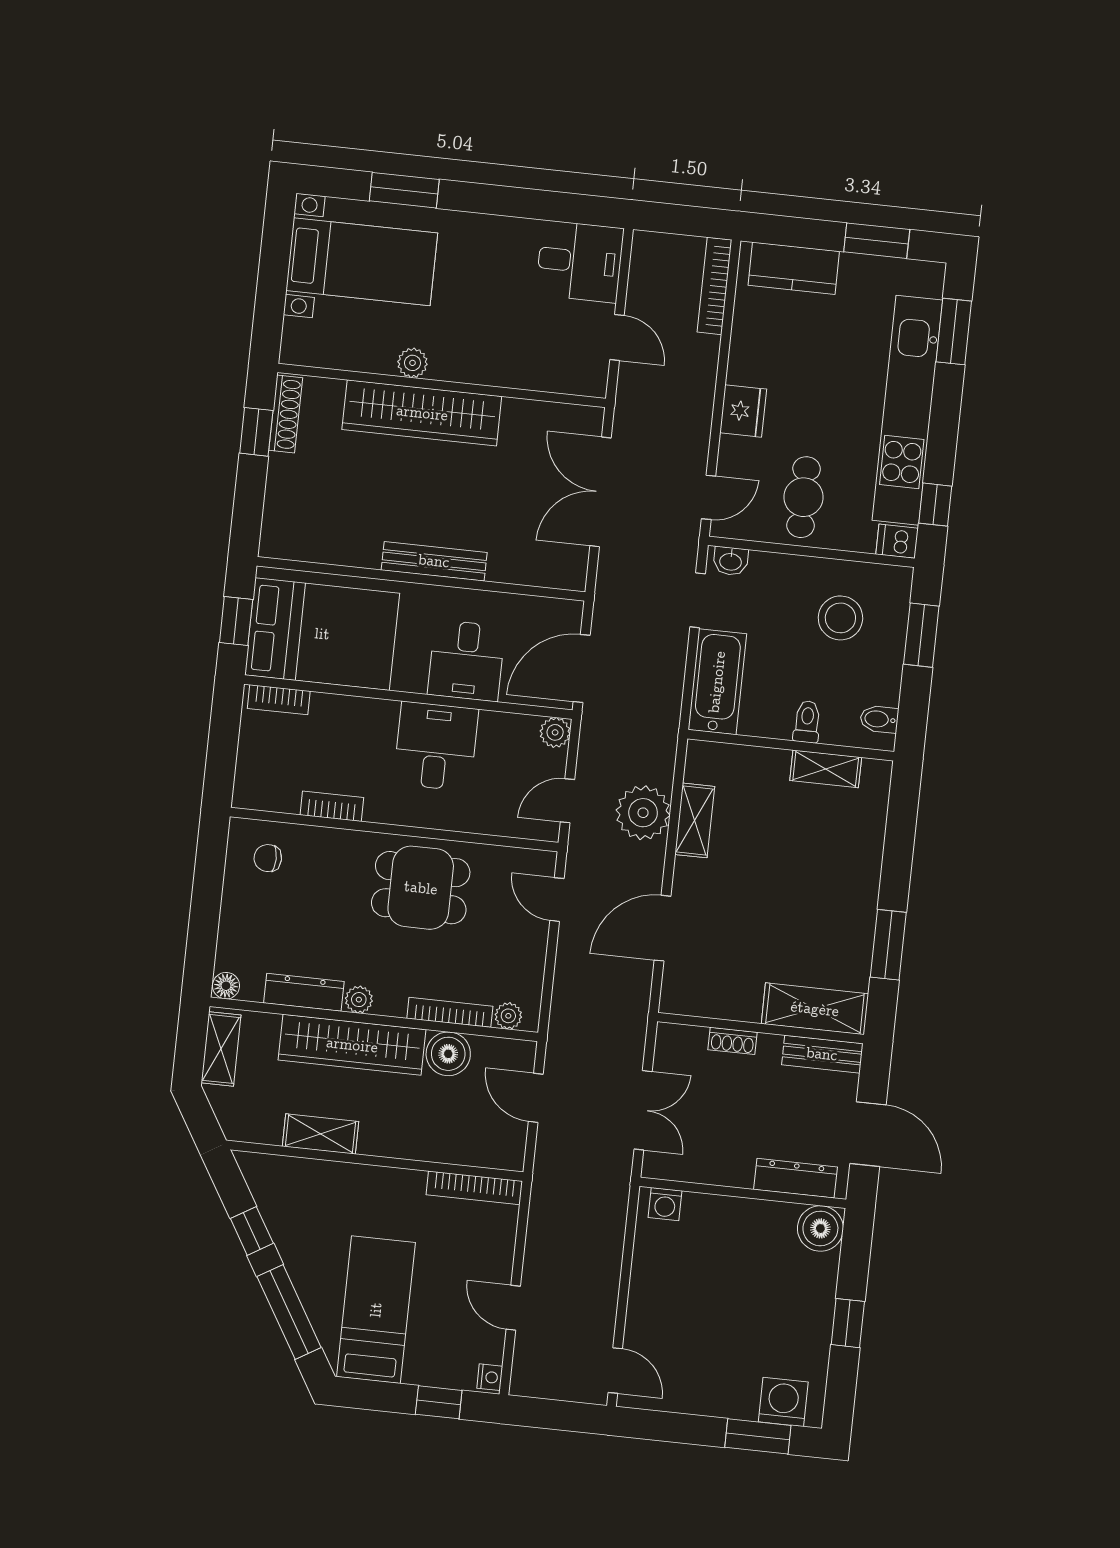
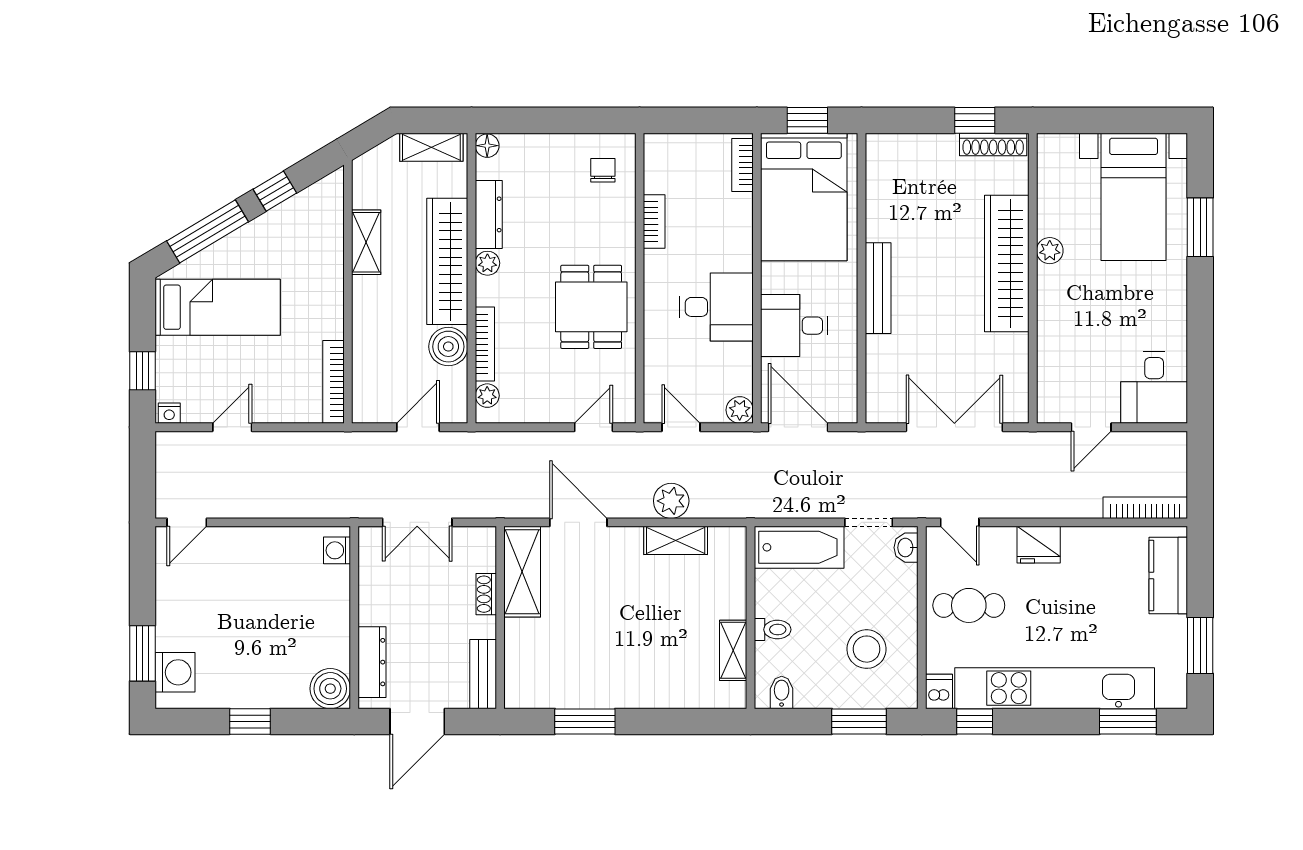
plant: (643, 813) -> (671, 501), width x0.73, depth x0.73
shelving: (815, 1009) -> (522, 572), moved

